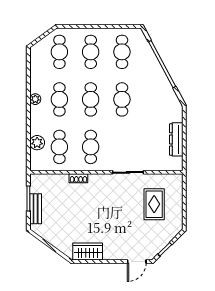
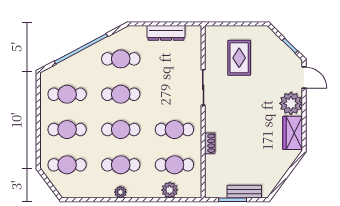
cafe table: (153, 99) -> (121, 59), added
rug: (154, 204) -> (239, 58), turned 90
plant: (114, 250) -> (291, 103), added

